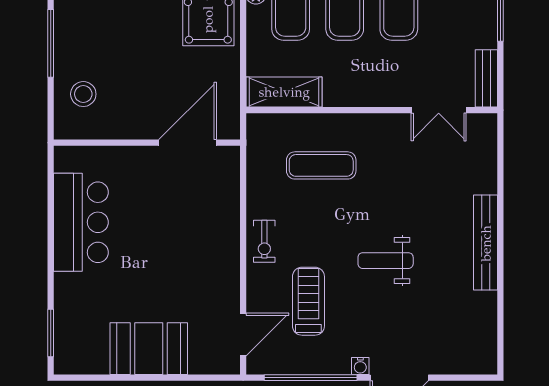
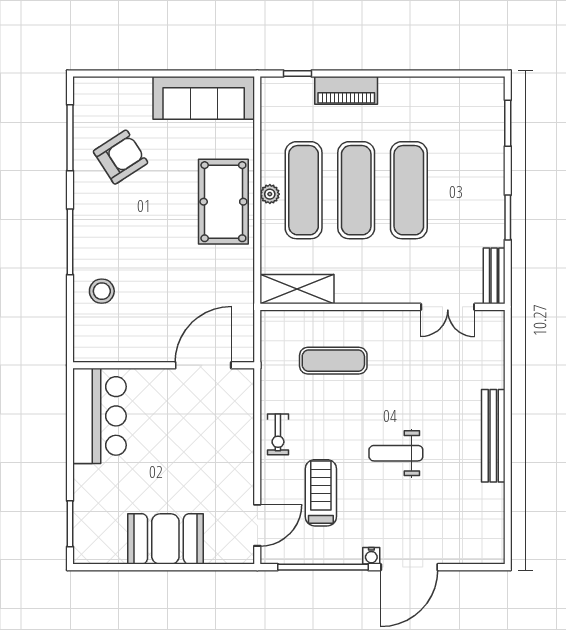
wall: (147, 143) -> (164, 365), moved
door: (187, 143) -> (203, 365), moved

